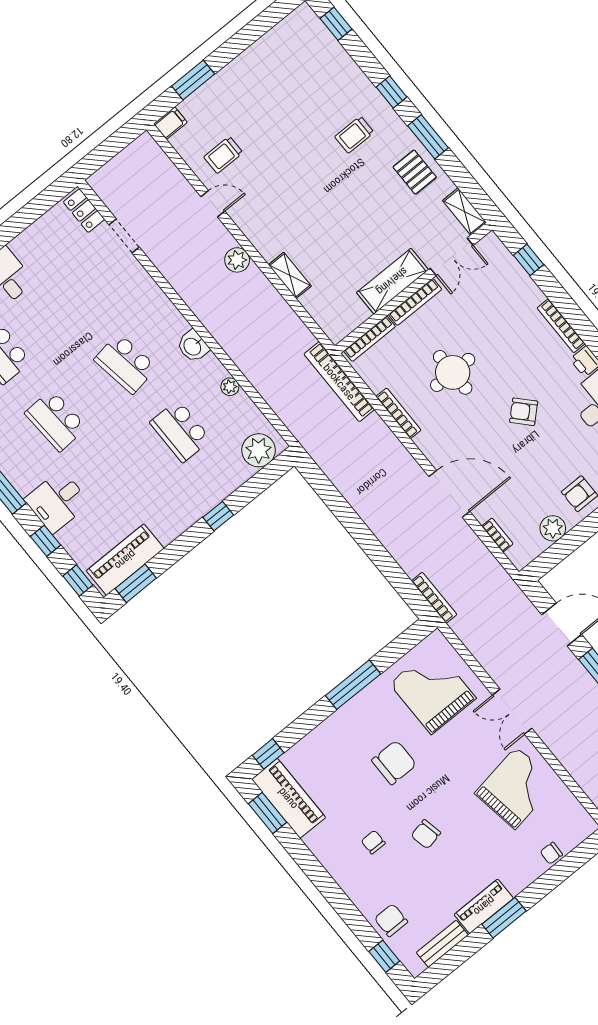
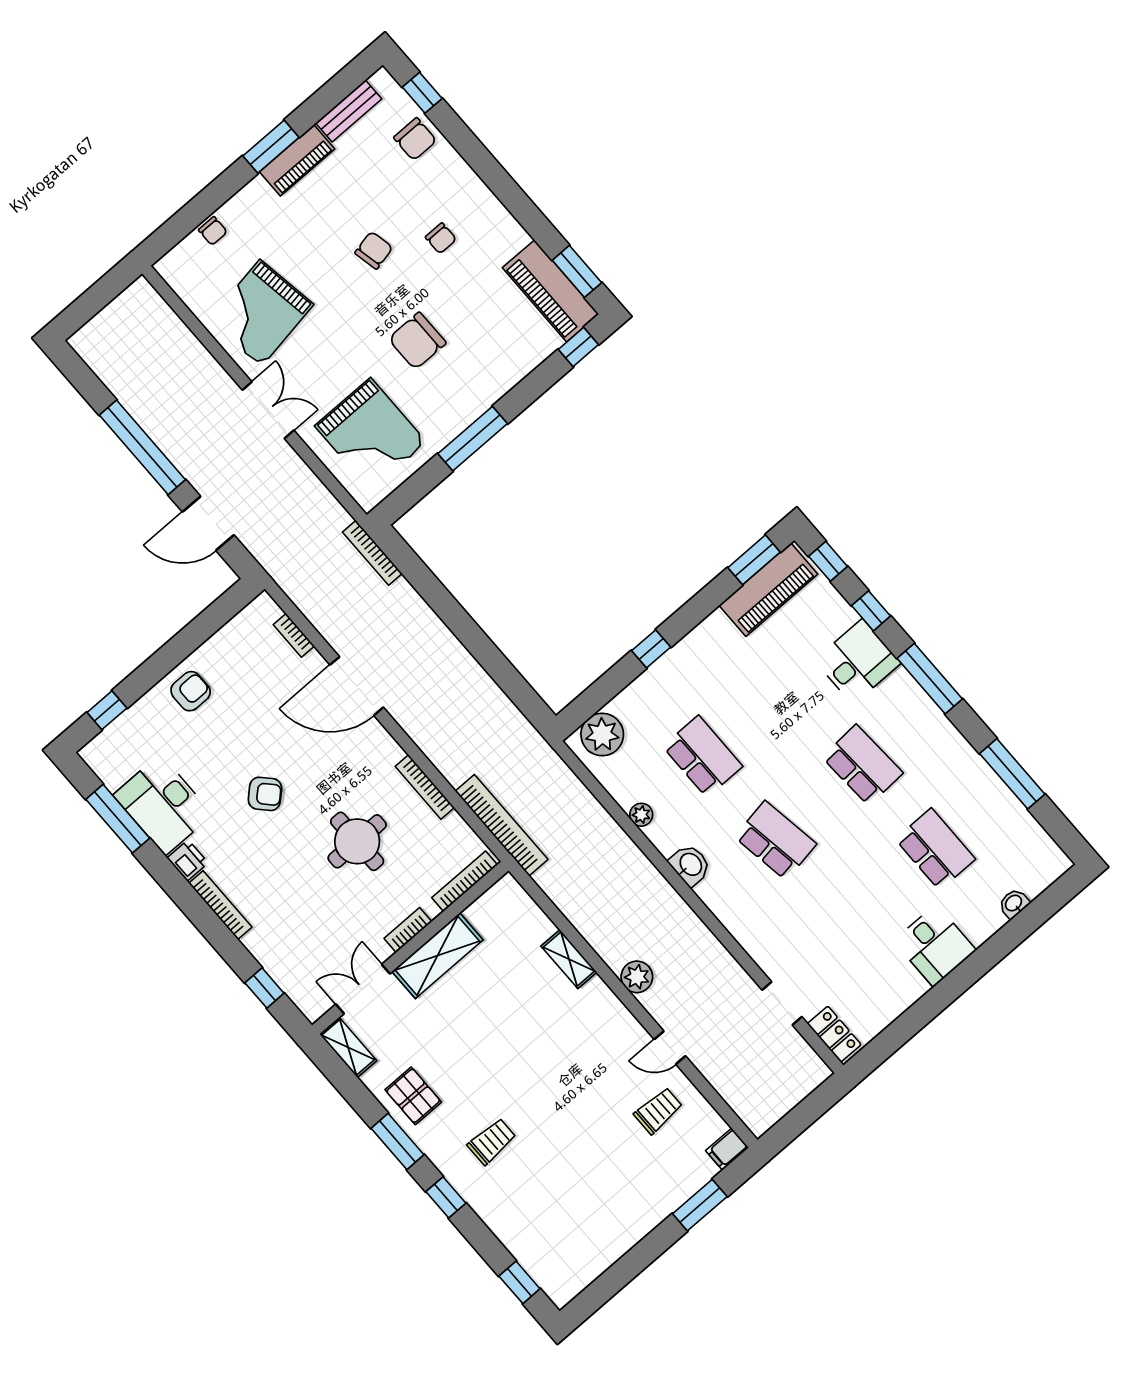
bookcase: (415, 302) -> (408, 930), width x0.64
plant: (553, 528) -> (223, 646), removed
chair: (551, 853) -> (213, 231), turned 87

